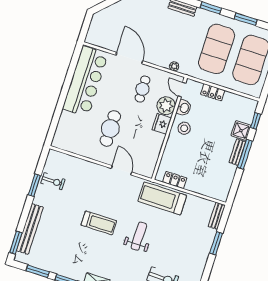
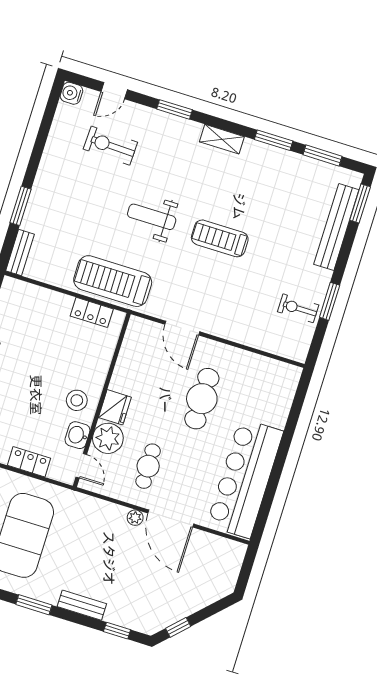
plant: (174, 66) -> (135, 518), moved
treadmill: (162, 198) -> (113, 281), turned 180
weight bench: (139, 236) -> (152, 217), turned 90

